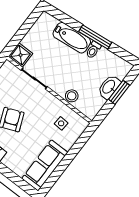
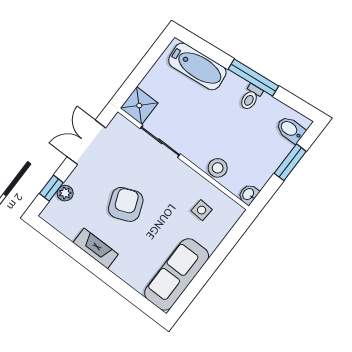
bathtub: (72, 38) -> (197, 66), moved
bidet: (119, 71) -> (291, 130), added
washbasin: (109, 87) -> (248, 194), moved, width x0.52, depth x0.69

